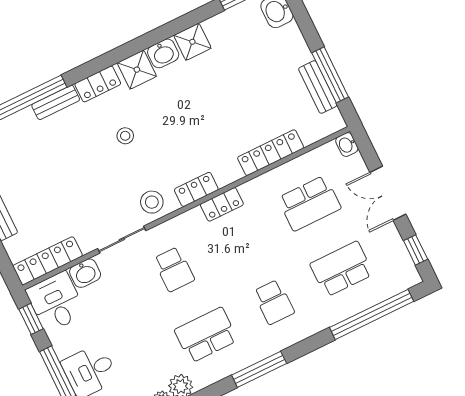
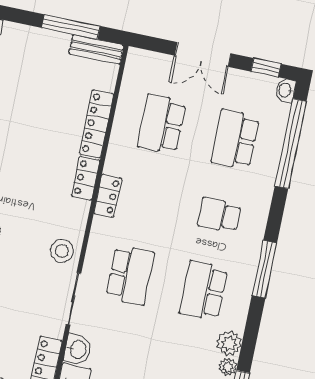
bench: (318, 87) -> (96, 49), moved
washbasin: (347, 145) -> (285, 90), moved, turned 90
locker: (196, 189) -> (86, 178), moved
school desk: (309, 203) -> (162, 124), turned 180
school desk: (174, 269) -> (130, 275), width x1.85
school desk: (274, 302) -> (219, 215), turned 180

